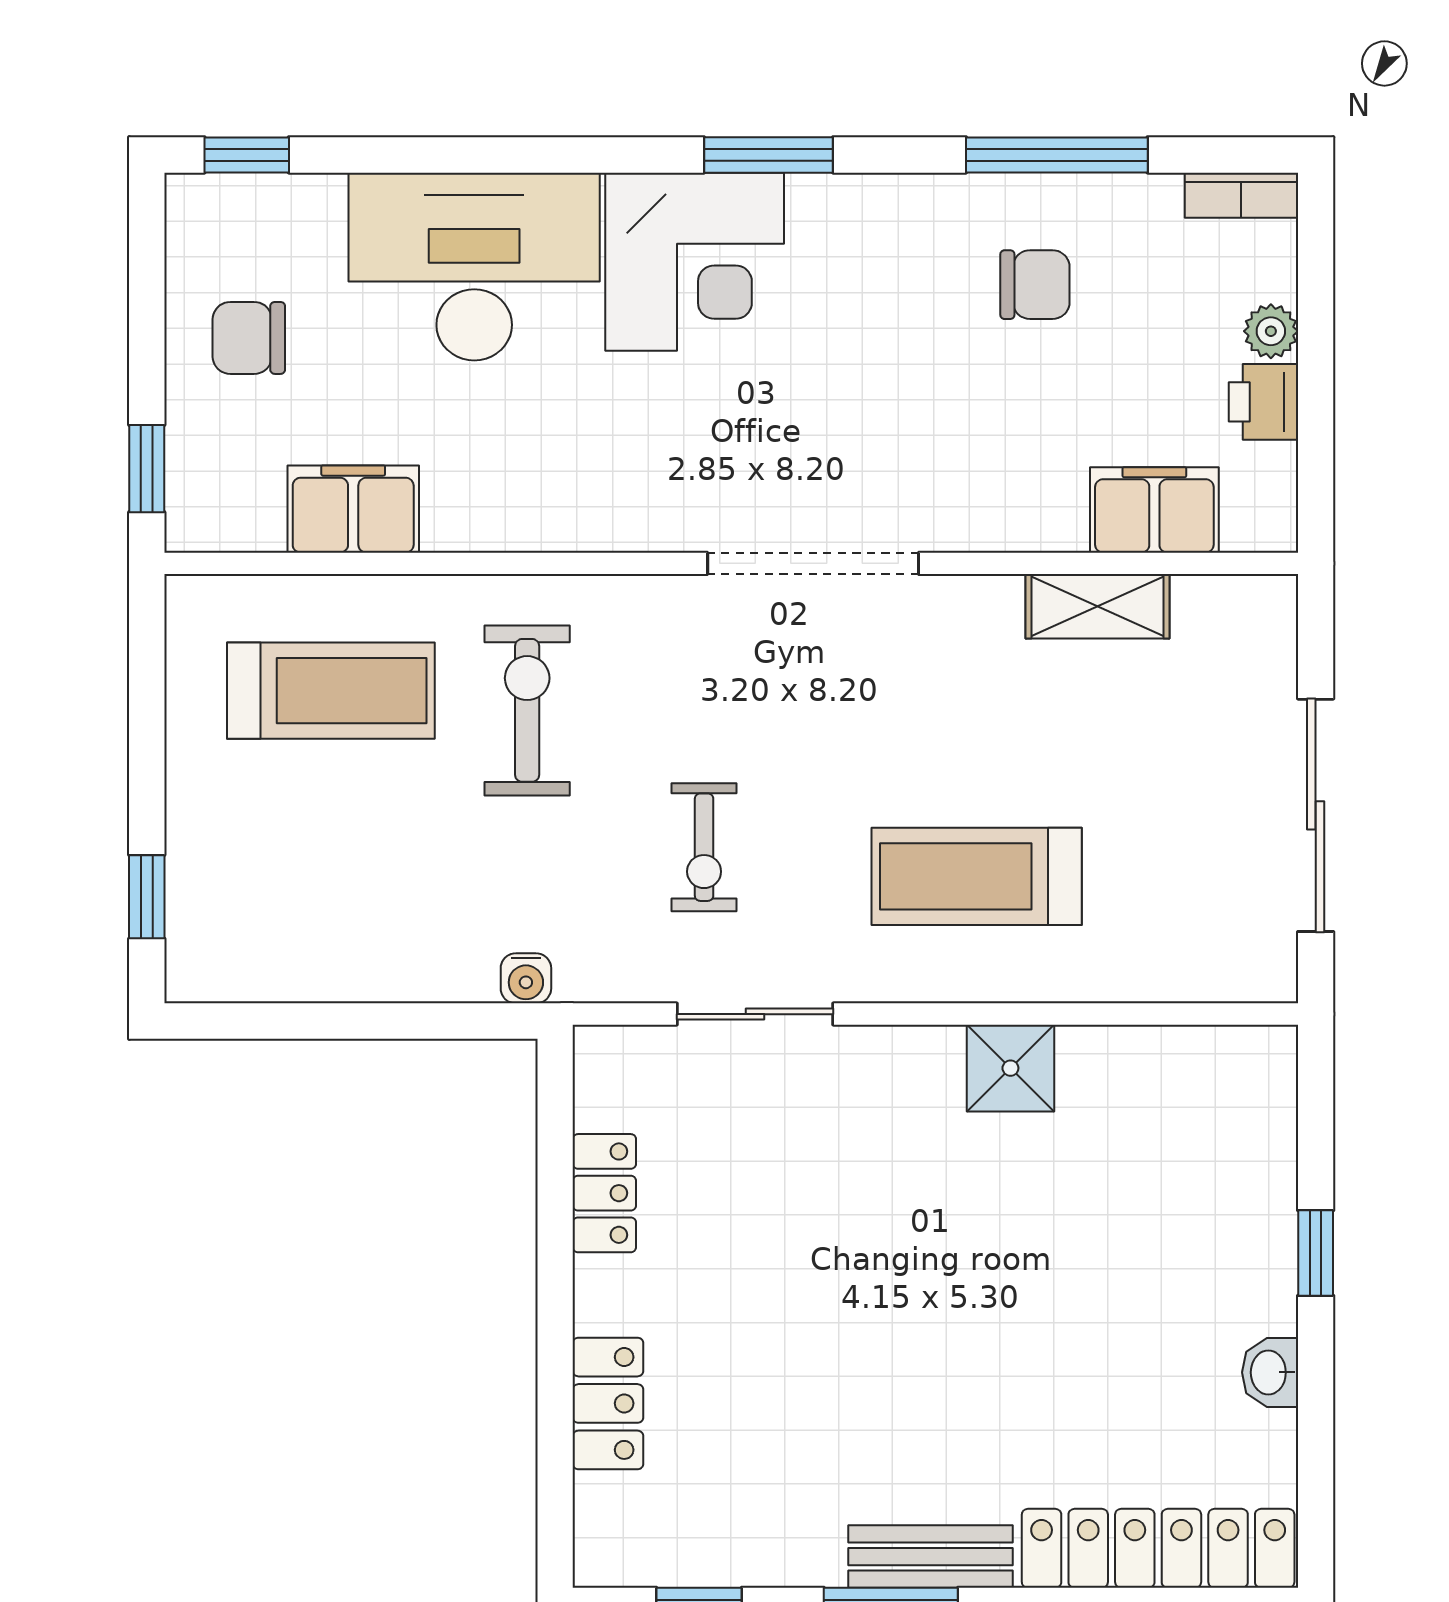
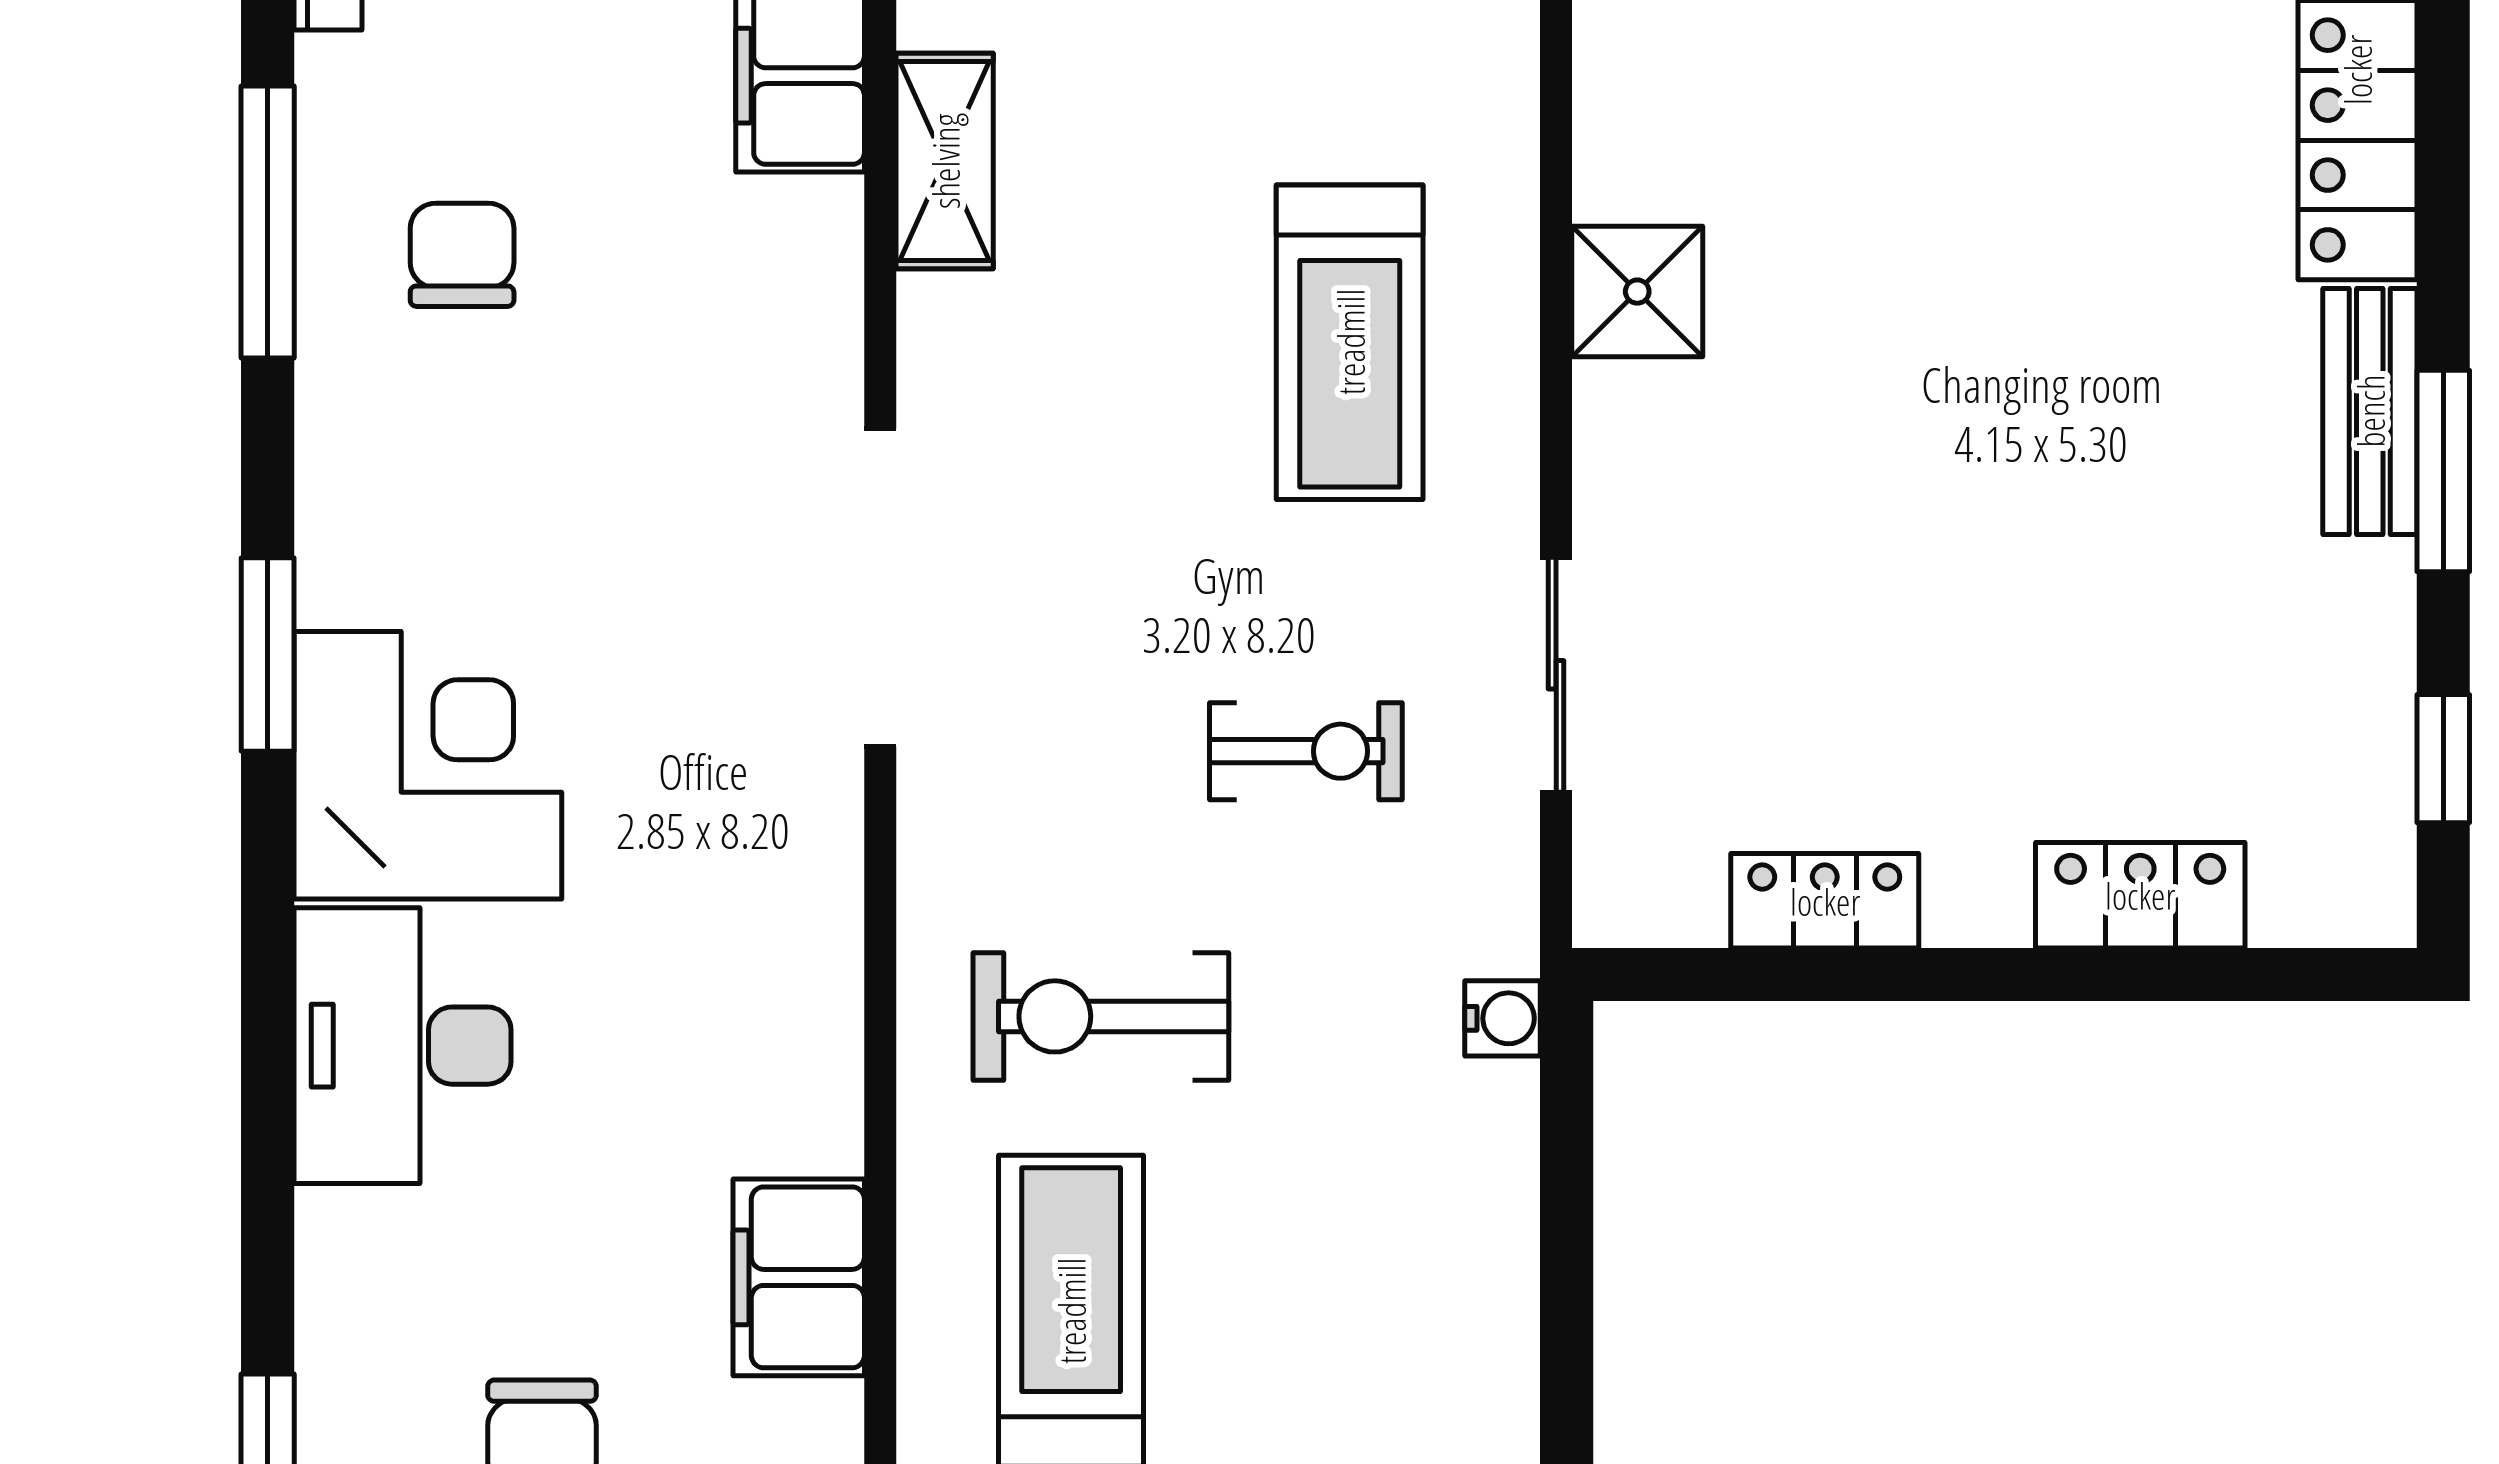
desk: (474, 267) -> (402, 1046), width x0.73, depth x0.77

